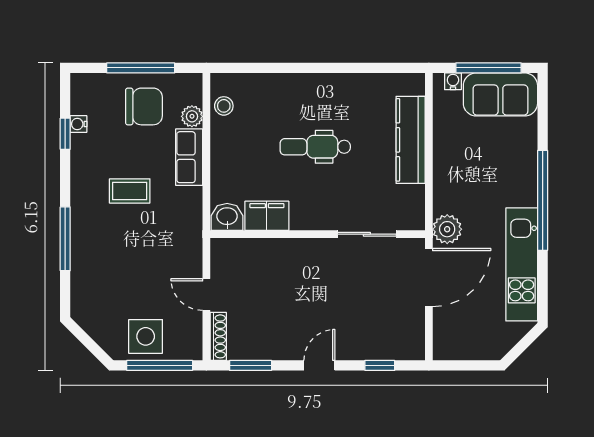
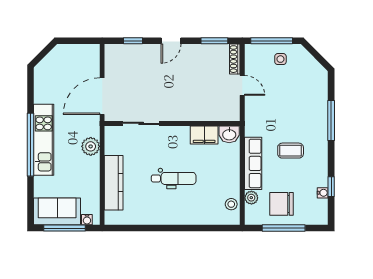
row of seats: (189, 157) -> (253, 163), width x1.48
plant: (447, 229) -> (91, 146), moved
kitchen unit: (522, 264) -> (44, 140), moved
side table: (146, 336) -> (280, 59), width x0.54, depth x0.54

